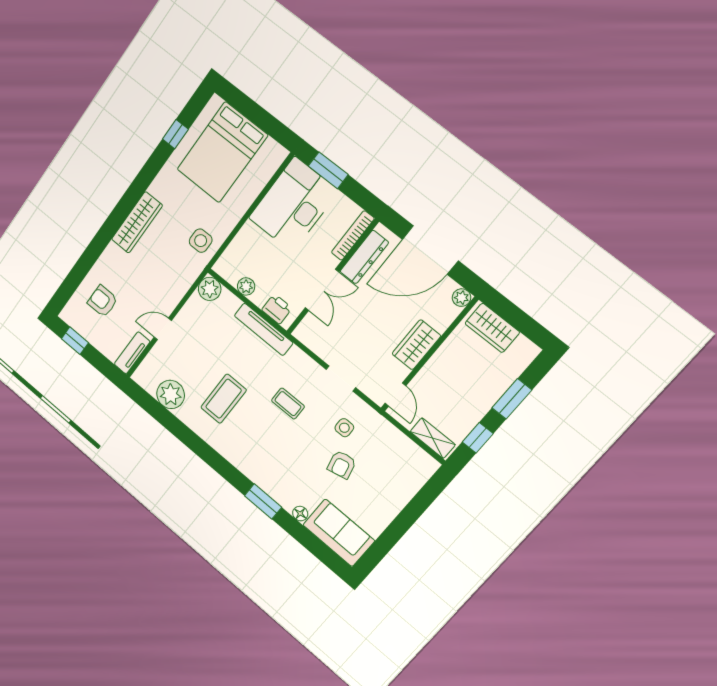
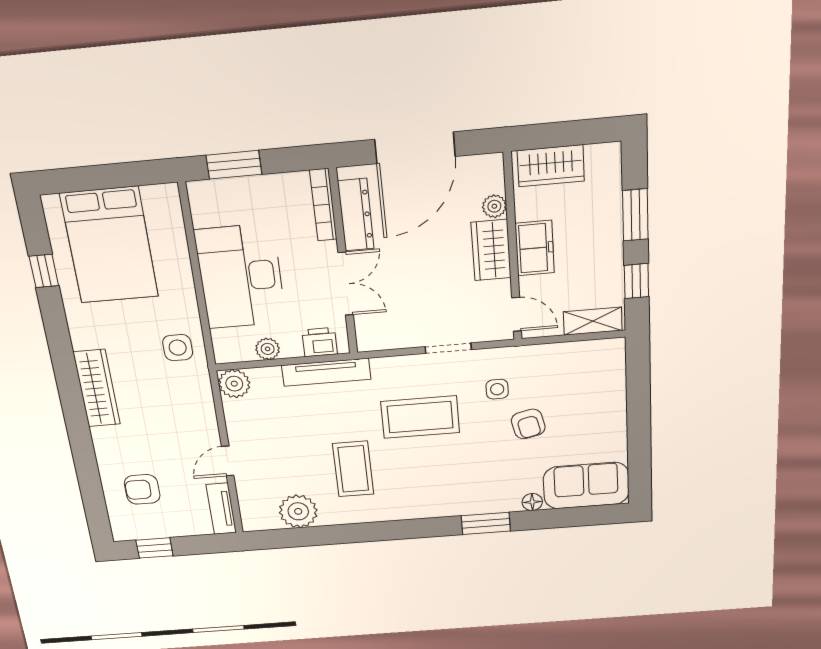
desk: (293, 205) -> (241, 276), moved
plant: (462, 298) -> (494, 206), moved
freezer: (440, 366) -> (535, 248), added
coffee table: (288, 404) -> (420, 417), width x1.86, depth x1.72

